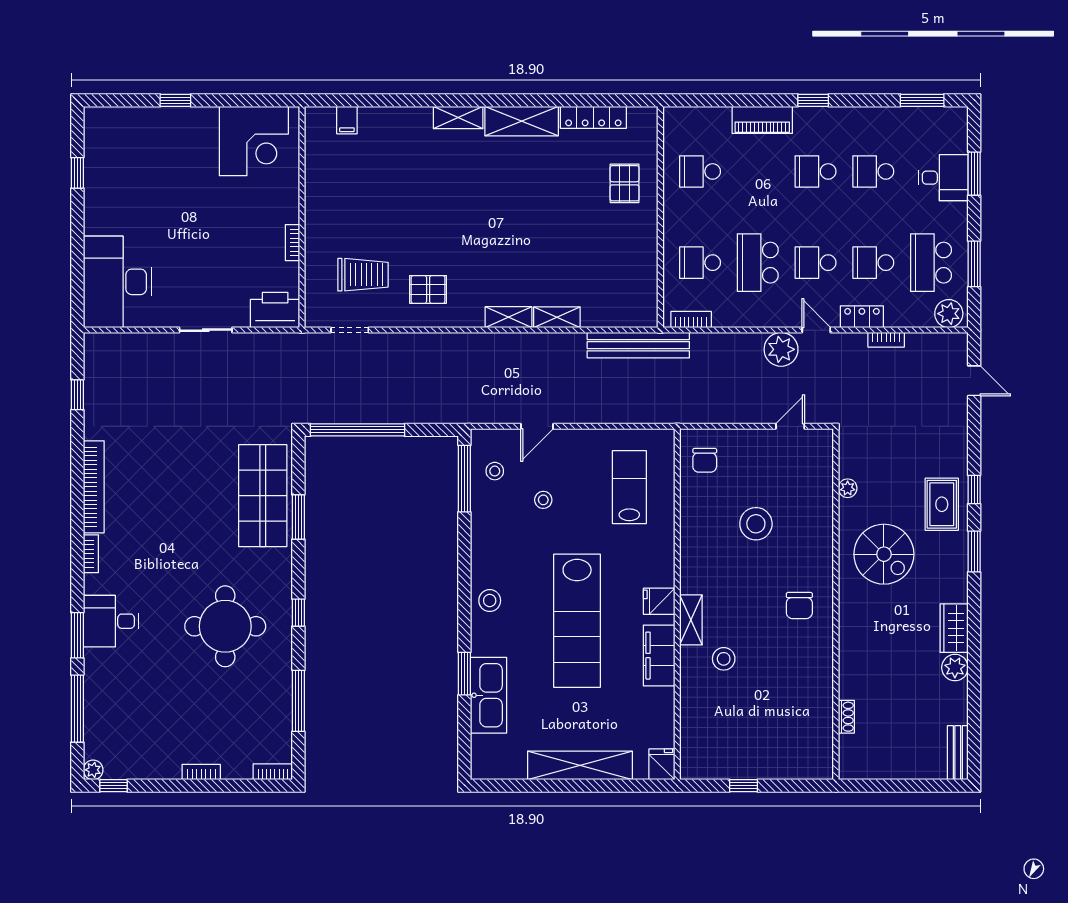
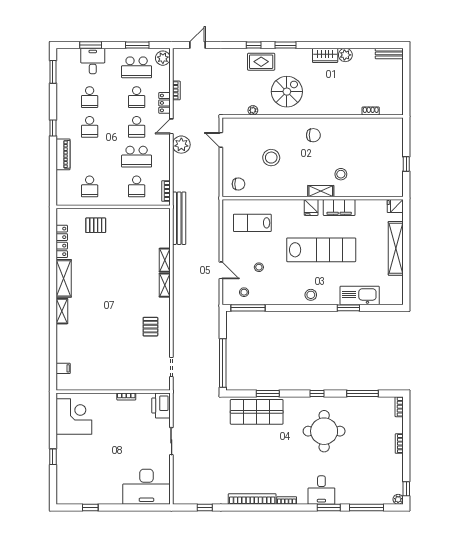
trolley: (363, 275) -> (143, 360), removed

